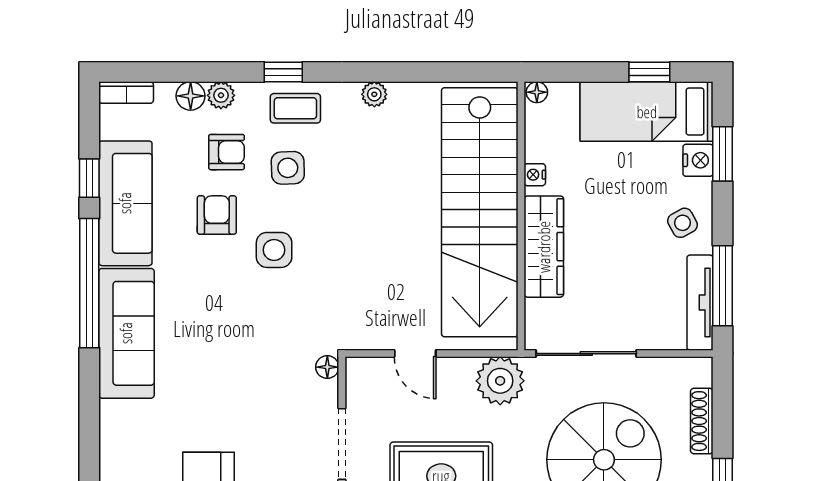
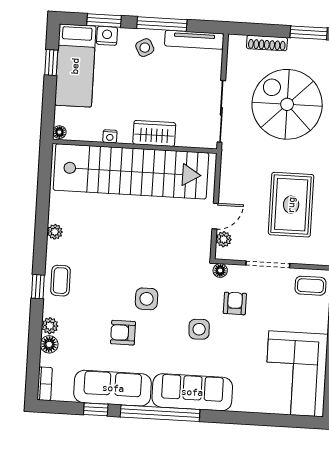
armchair: (227, 152) -> (235, 303), moved
side table: (288, 168) -> (199, 329), moved
wardrobe: (544, 247) -> (154, 133), width x0.67
window: (723, 286) -> (162, 24), moved
plant: (500, 381) -> (224, 239), moved, width x0.53, depth x0.53

